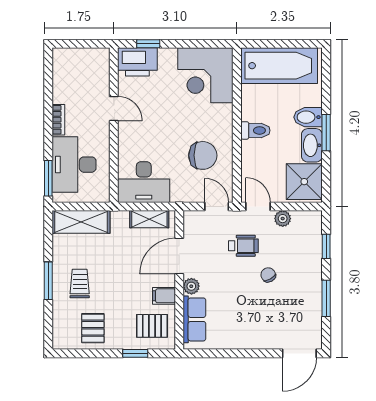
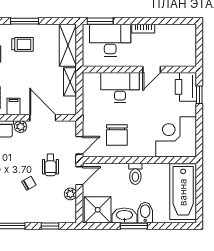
desk: (144, 182) -> (120, 87), moved, turned 90
shelving: (149, 219) -> (70, 82), moved

